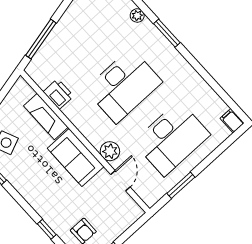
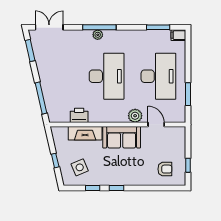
plant: (137, 16) -> (98, 35), moved
window: (167, 33) -> (99, 27), width x1.44
window: (221, 93) -> (158, 27), added
window: (47, 229) -> (116, 188), moved

